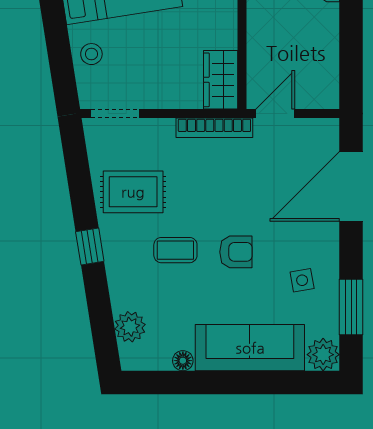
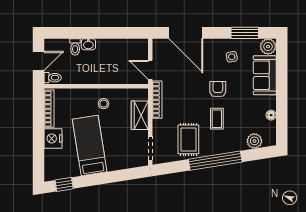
stool: (91, 54) -> (104, 104), moved
wardrobe: (221, 80) -> (140, 115), moved, turned 90
window: (90, 247) -> (215, 161), width x3.17
sofa: (250, 348) -> (265, 75), width x0.73

